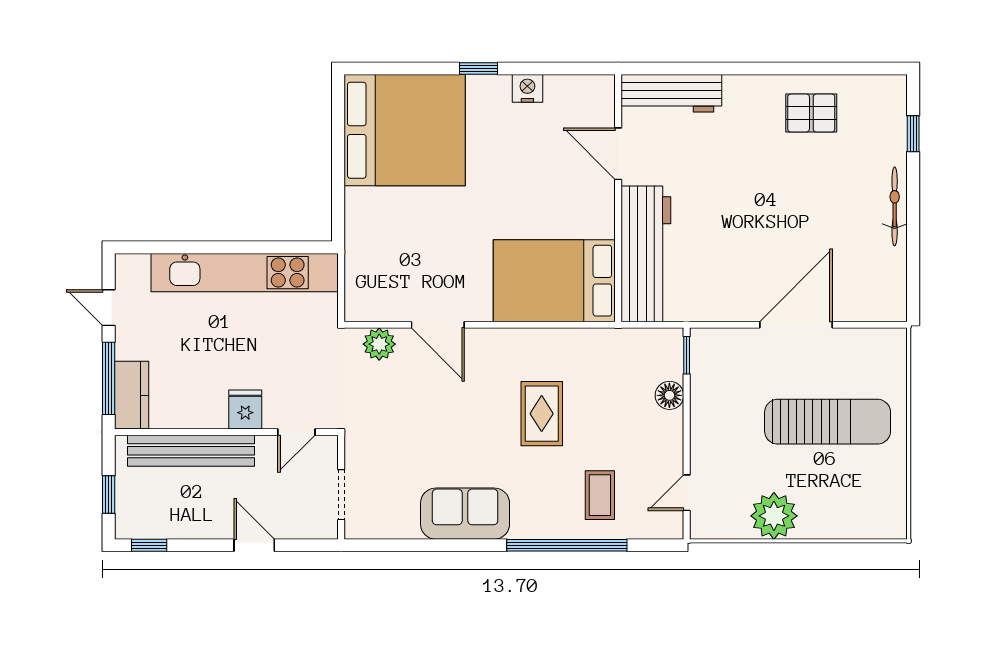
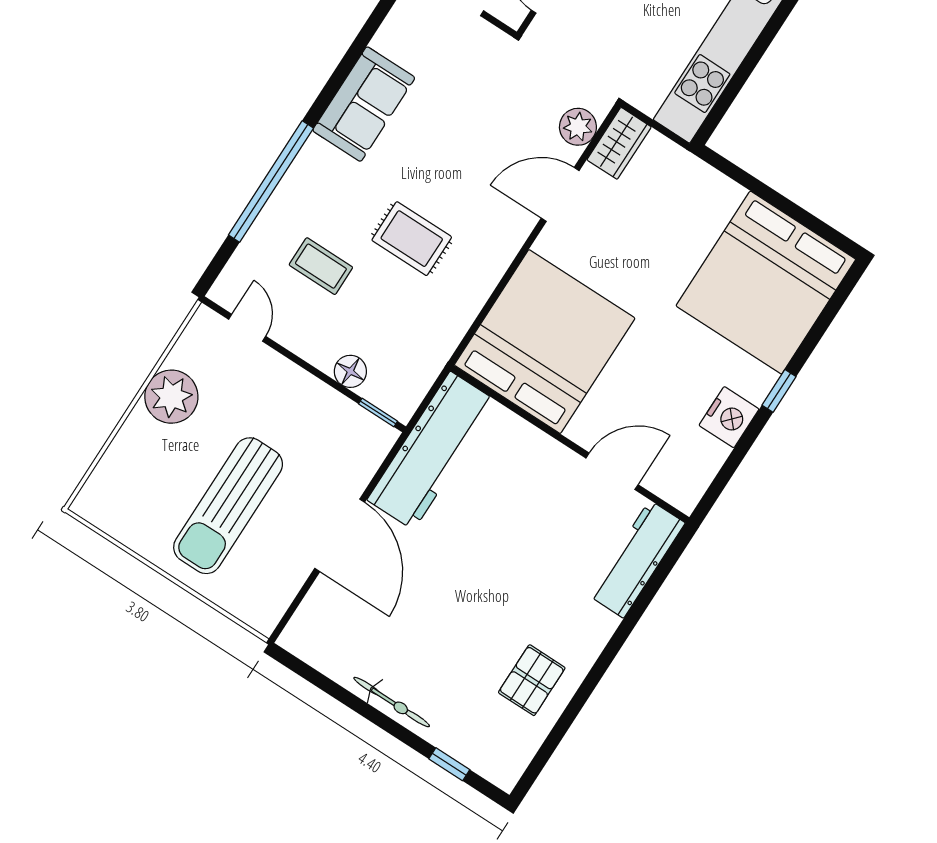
nightstand: (527, 88) -> (729, 417), width x1.36, depth x1.33
workbench: (646, 254) -> (432, 451), moved, turned -90
bed: (554, 281) -> (545, 342), width x1.36
wardrobe: (372, 306) -> (619, 143), added
coffee table: (600, 495) -> (321, 266), moved

